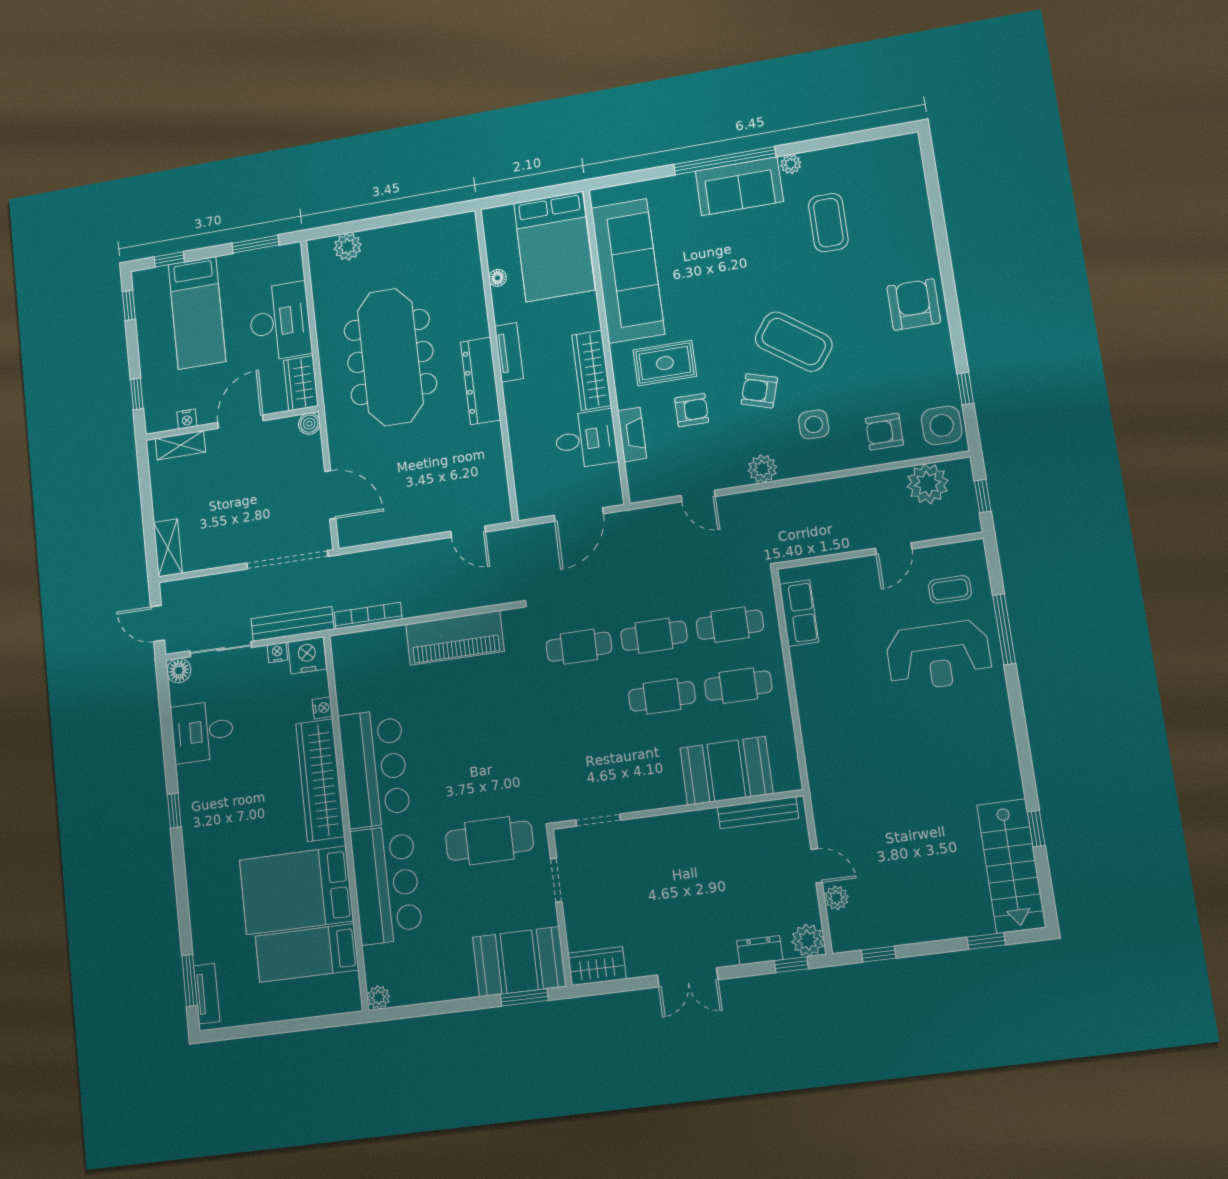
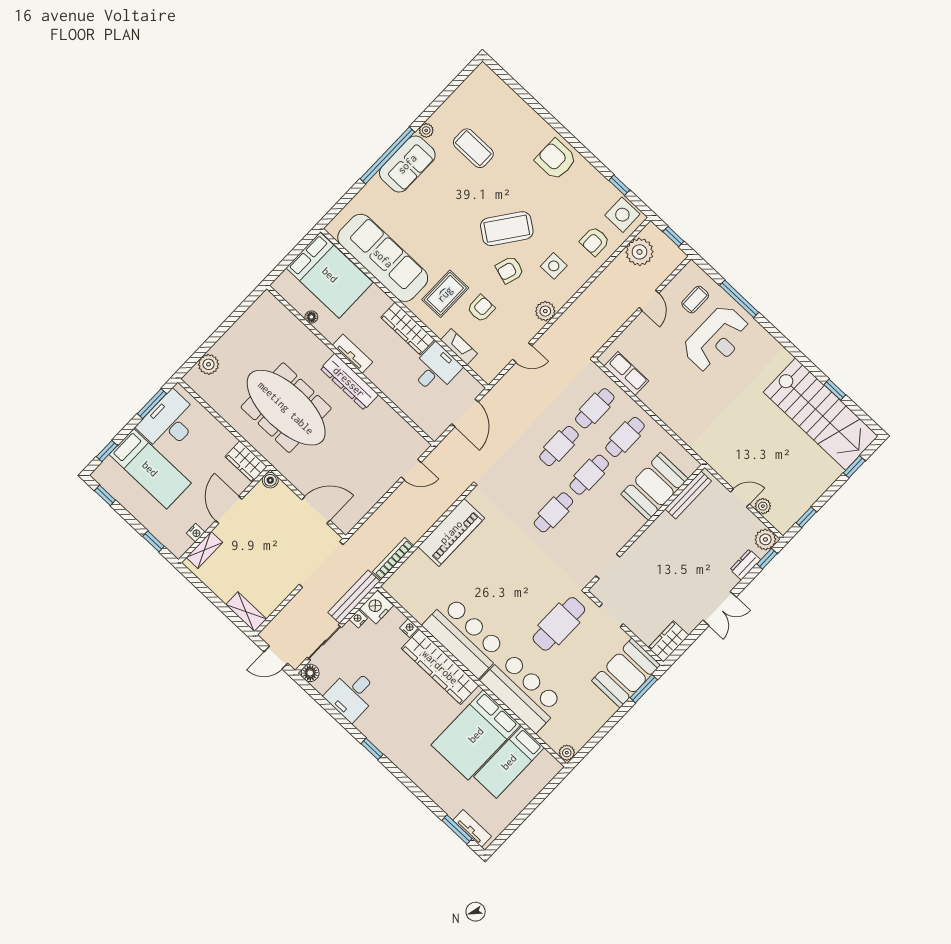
desk: (280, 322) -> (169, 422), moved, turned -90
cafe table: (579, 647) -> (553, 512), moved
stairs: (1011, 866) -> (821, 414), width x1.36, depth x1.51

